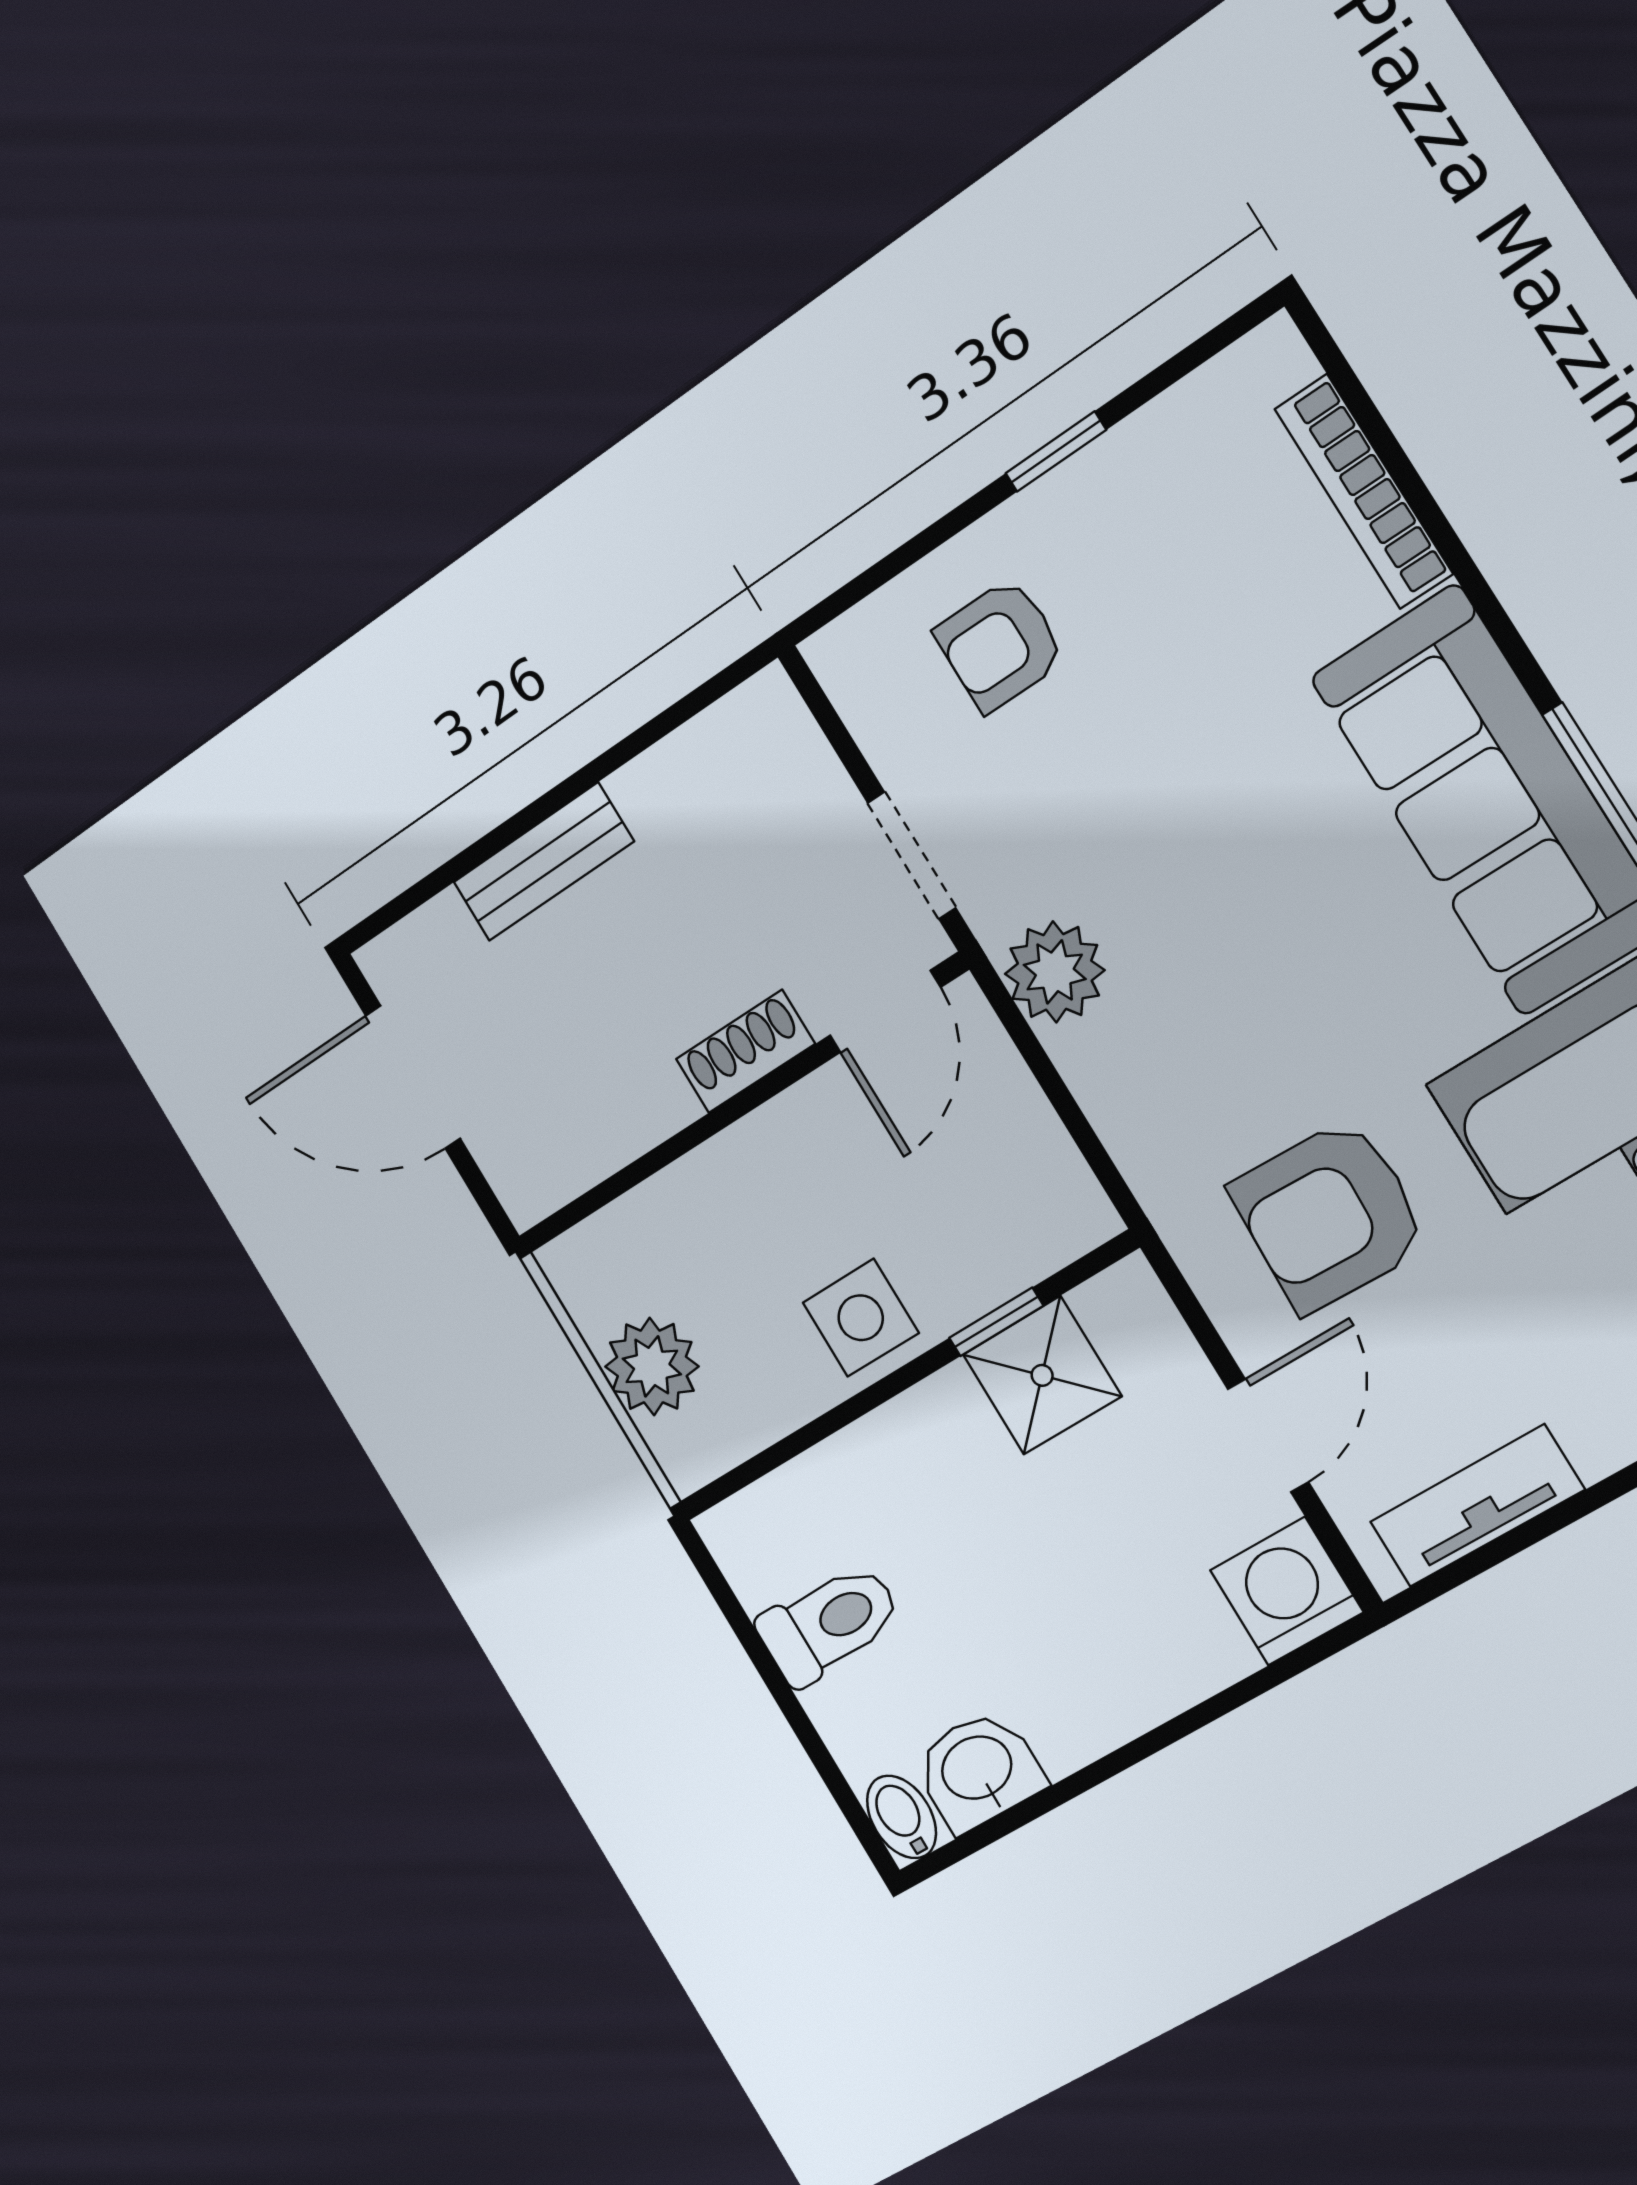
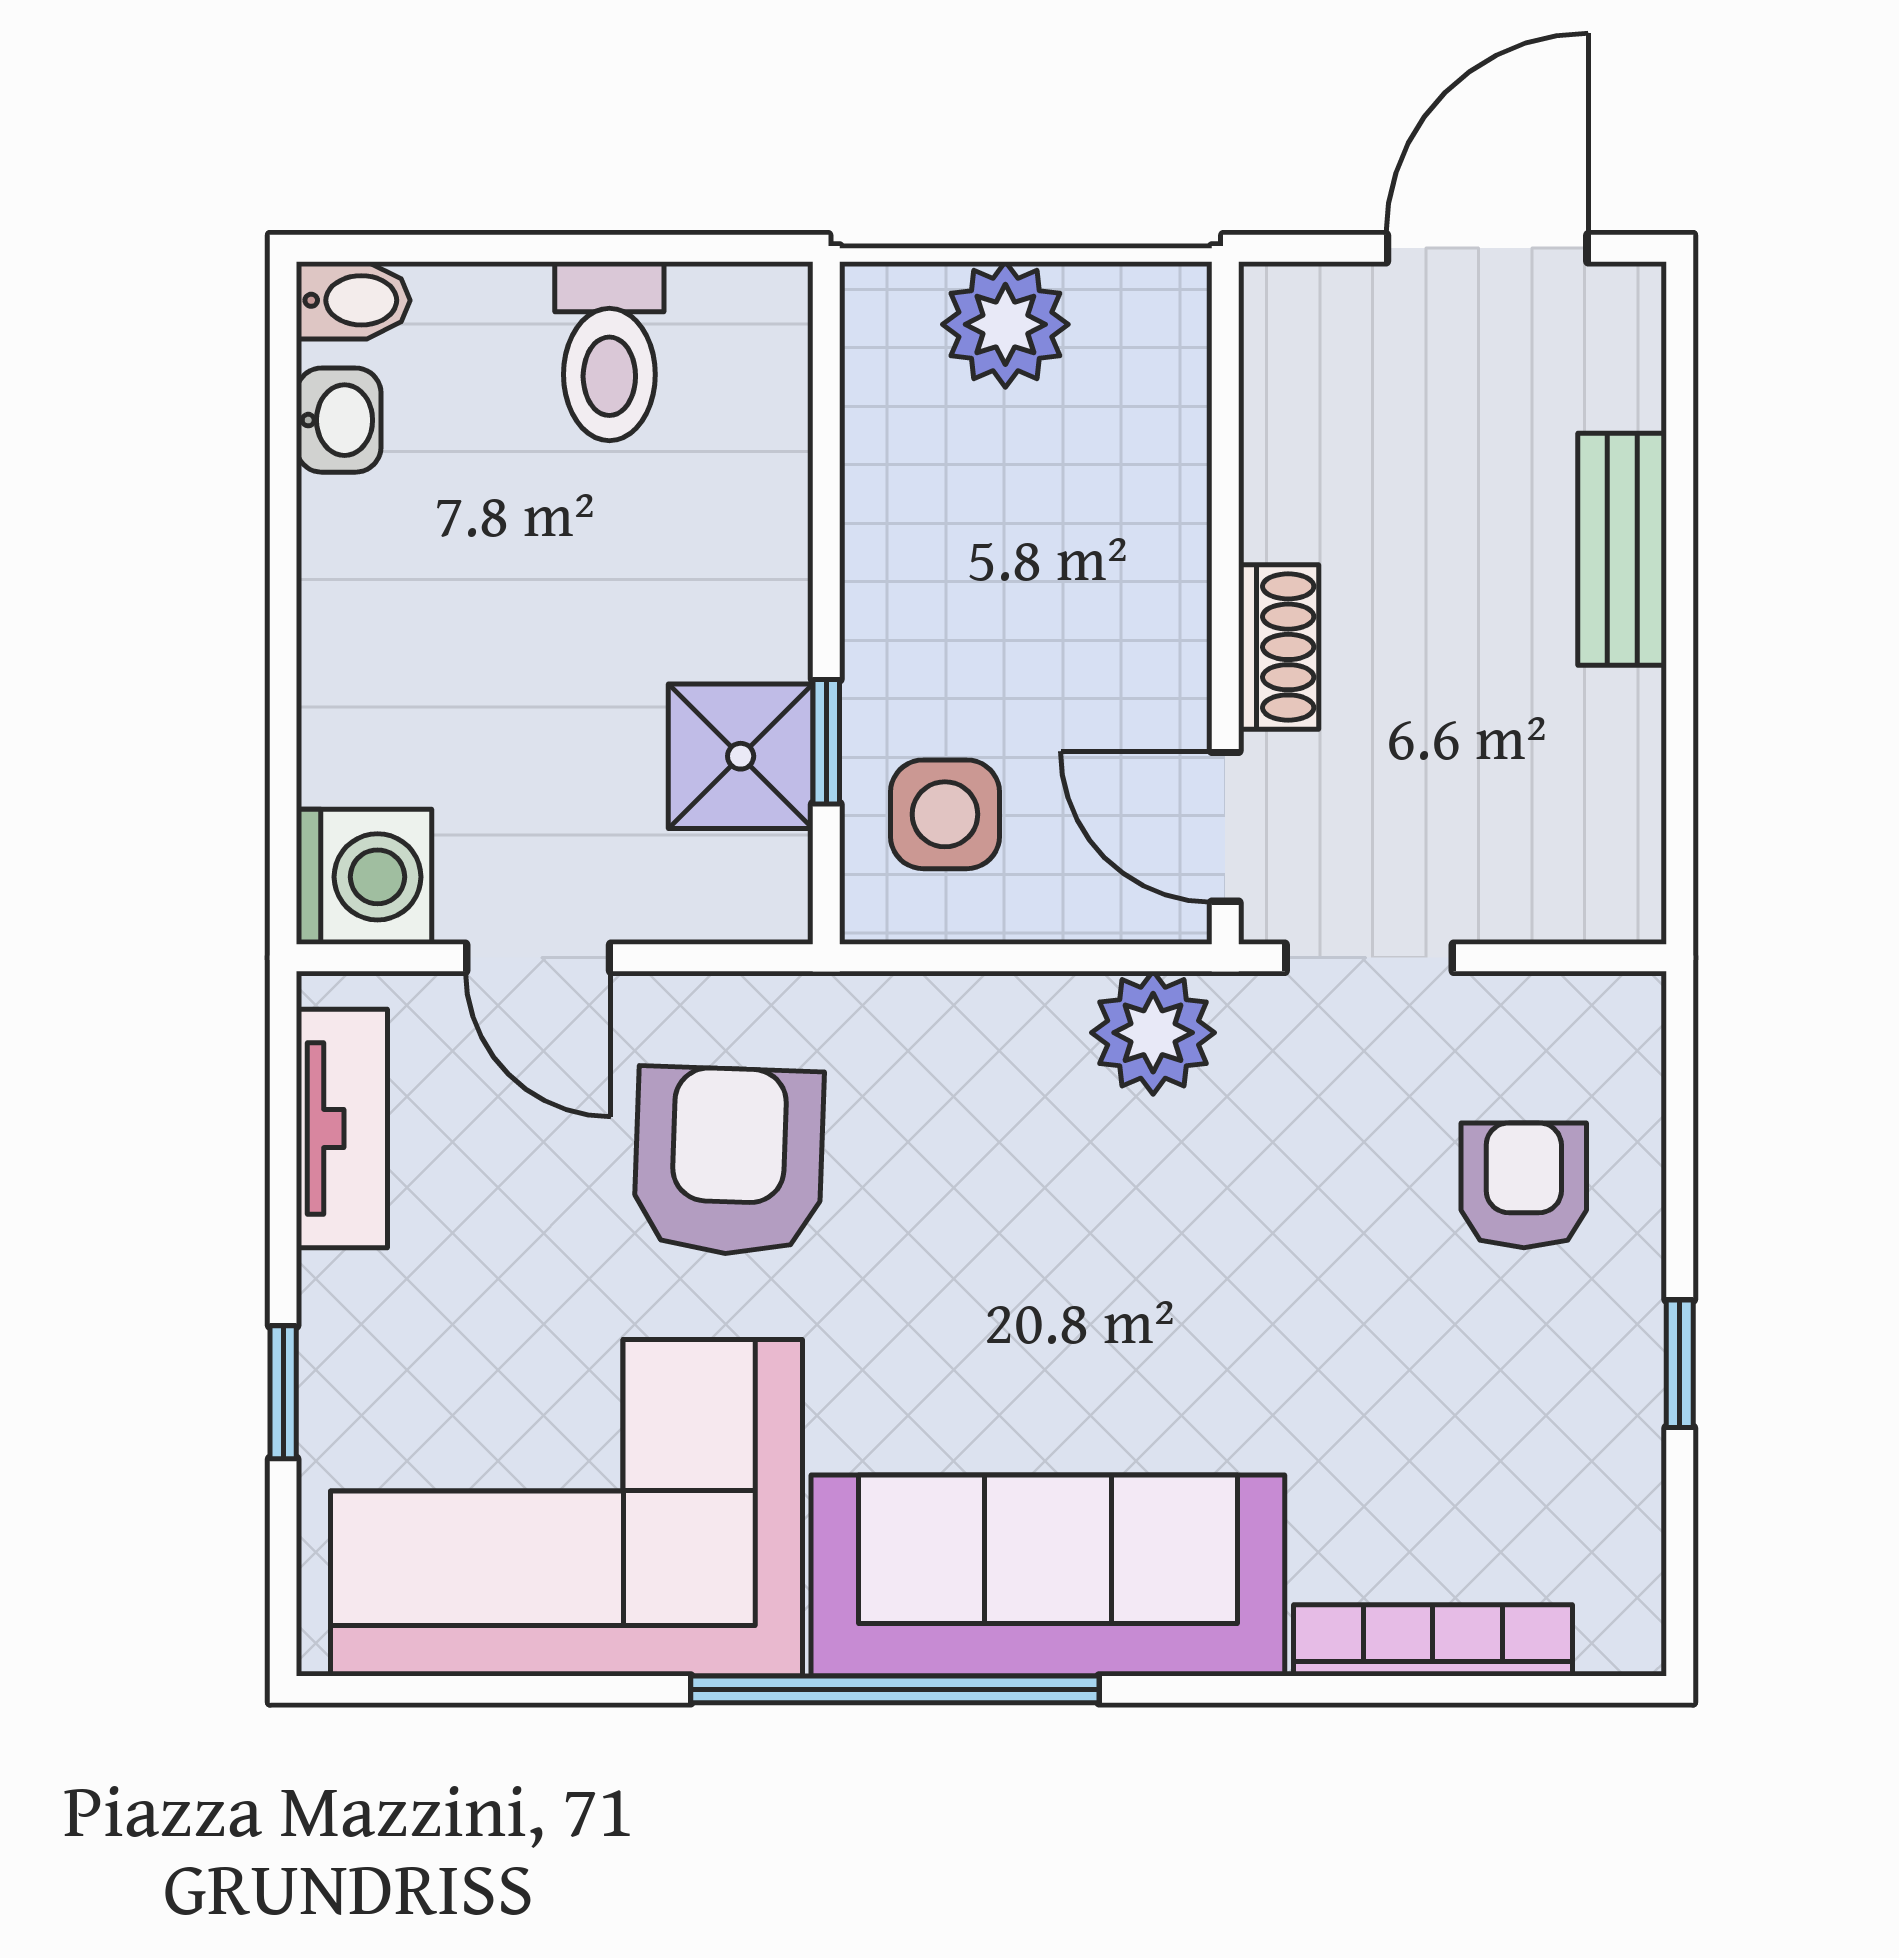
side table: (861, 1318) -> (945, 814), moved
washbasin: (978, 1770) -> (339, 420), width x0.72, depth x0.69

